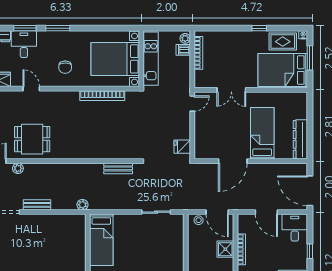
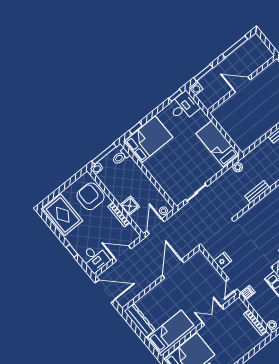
dishwasher: (183, 50) -> (248, 293), moved
bed: (262, 133) -> (170, 332), moved, turned -90
fridge: (182, 147) -> (223, 261), moved
bench: (118, 168) -> (257, 192), moved
plant: (82, 205) -> (238, 167), moved
door: (217, 212) -> (155, 226), hinge flipped

